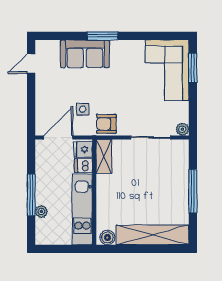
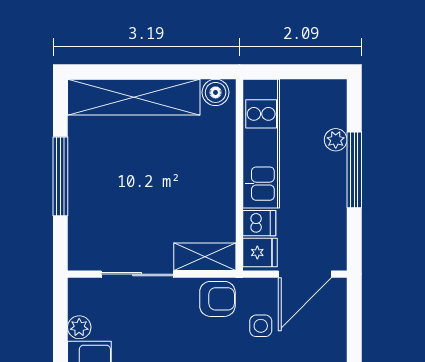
plant: (182, 129) -> (79, 327), moved
shelving: (104, 156) -> (205, 257), moved, turned 90

